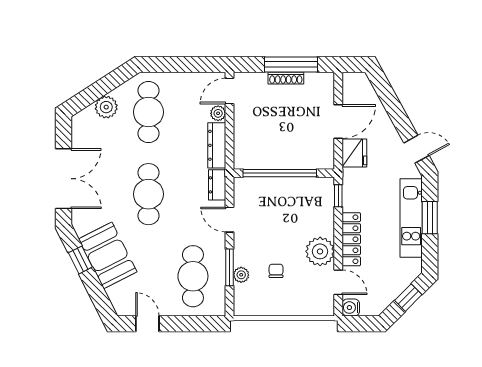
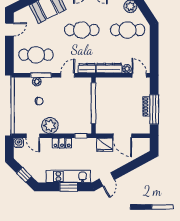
locker: (351, 239) -> (62, 143), width x0.66
door: (338, 282) -> (33, 136), hinge flipped

